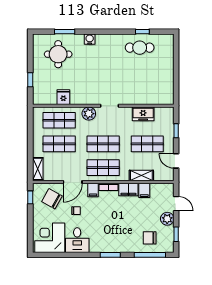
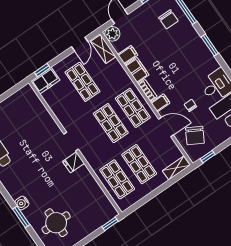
window: (65, 32) -> (21, 217), moved
window: (30, 80) -> (110, 224), moved
fridge: (63, 97) -> (73, 162), moved
plant: (89, 114) -> (92, 156), removed
freezer: (143, 114) -> (45, 81), moved, turned 90
window: (176, 131) -> (42, 70), moved
shelving: (141, 176) -> (103, 49), moved
plant: (167, 219) -> (112, 34), moved

